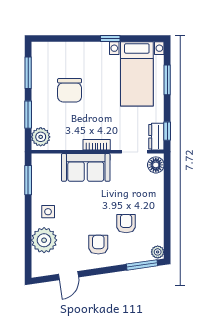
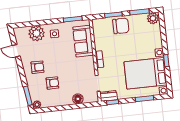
bed with nightstands: (137, 74) -> (145, 73), width x1.36
chair: (70, 90) -> (121, 26), moved, turned 180
plant: (41, 137) -> (153, 18), moved
floor lamp: (156, 165) -> (78, 99), moved
sofa: (86, 167) -> (83, 41), moved

